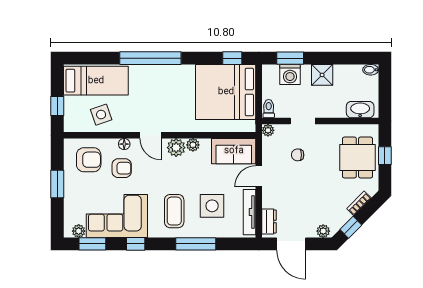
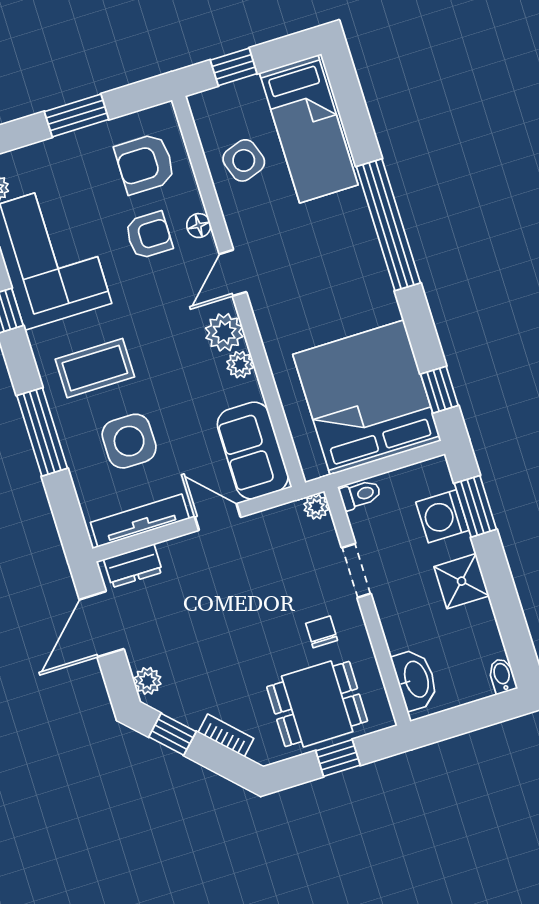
chair: (298, 155) -> (322, 632), moved
armchair: (89, 160) -> (145, 164), turned 90
armchair: (122, 168) -> (149, 235), turned -90

